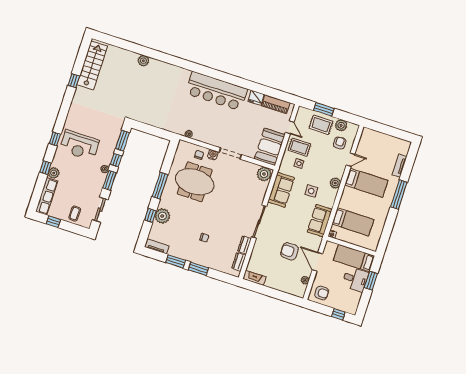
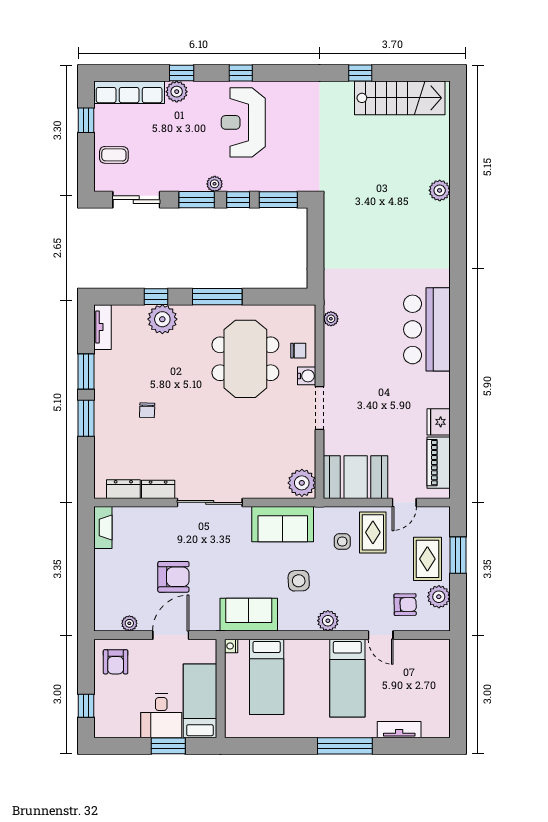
bar counter: (217, 91) -> (427, 329), width x0.73
armchair: (289, 251) -> (173, 577), turned 90

